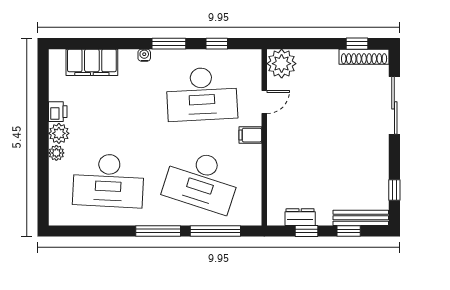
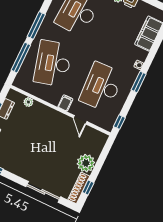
window: (217, 44) -> (119, 122), moved
plant: (282, 64) -> (86, 163), moved
desk: (202, 181) -> (53, 63), turned -33
plant: (275, 189) -> (28, 102), added

